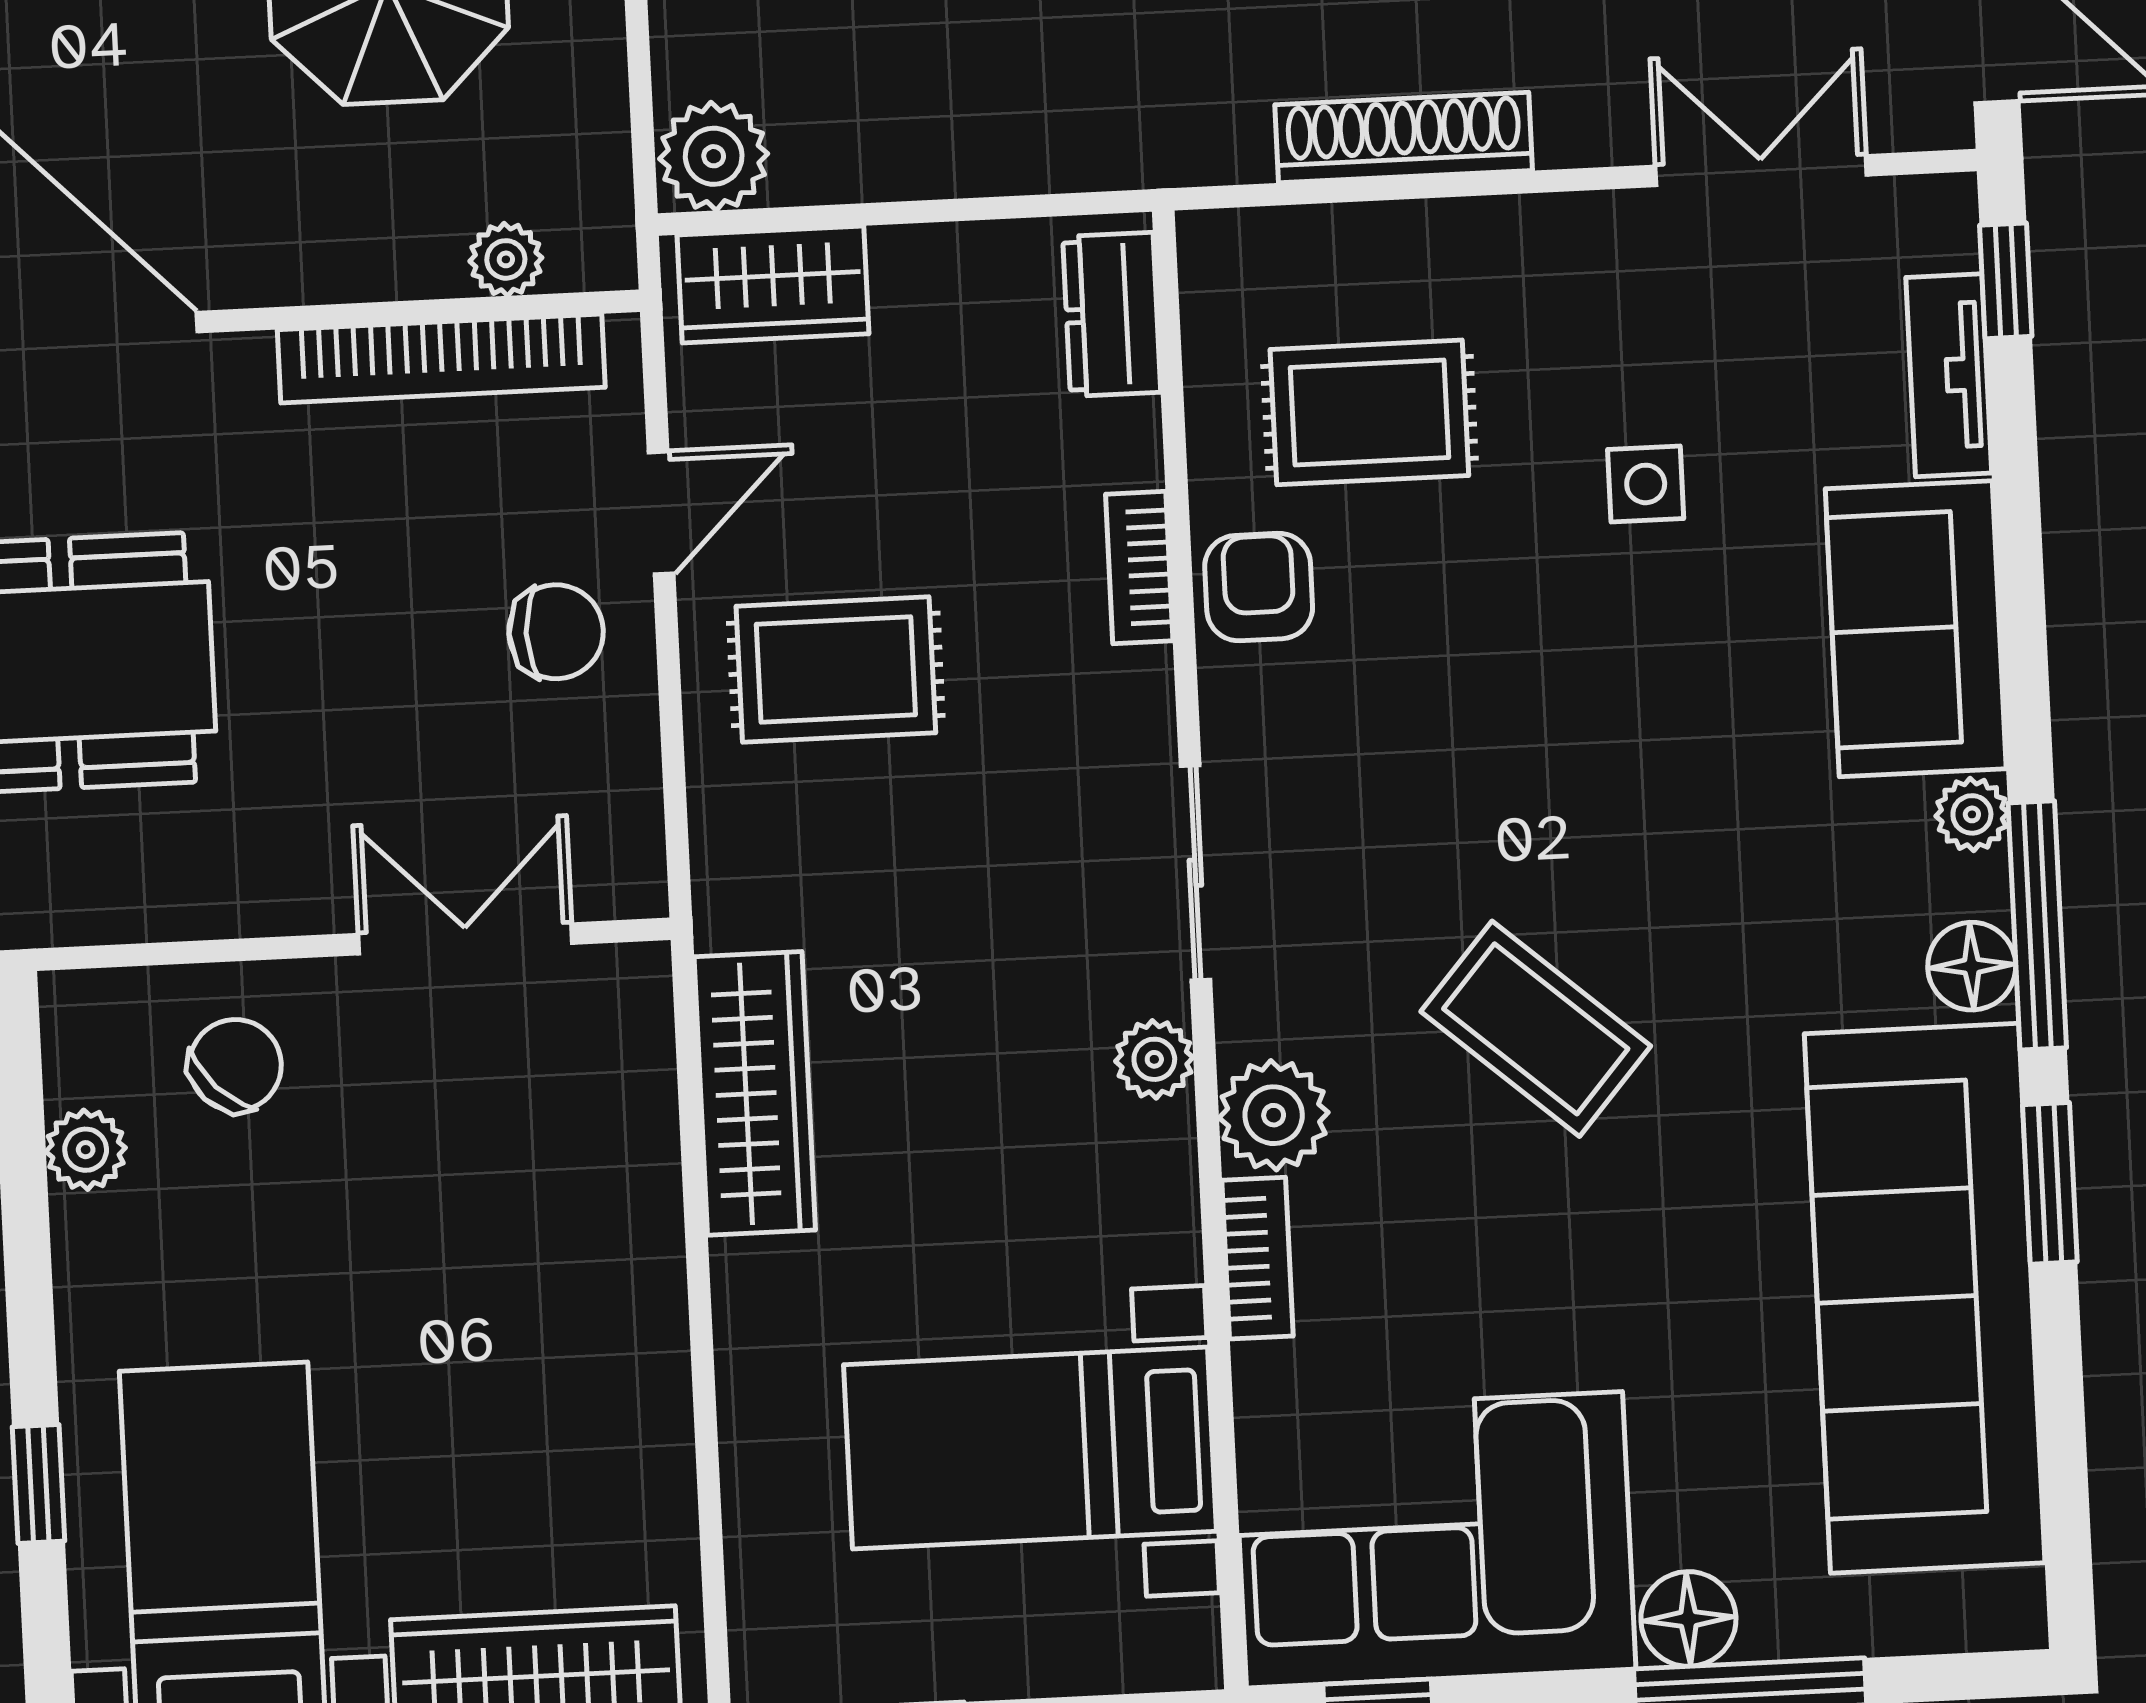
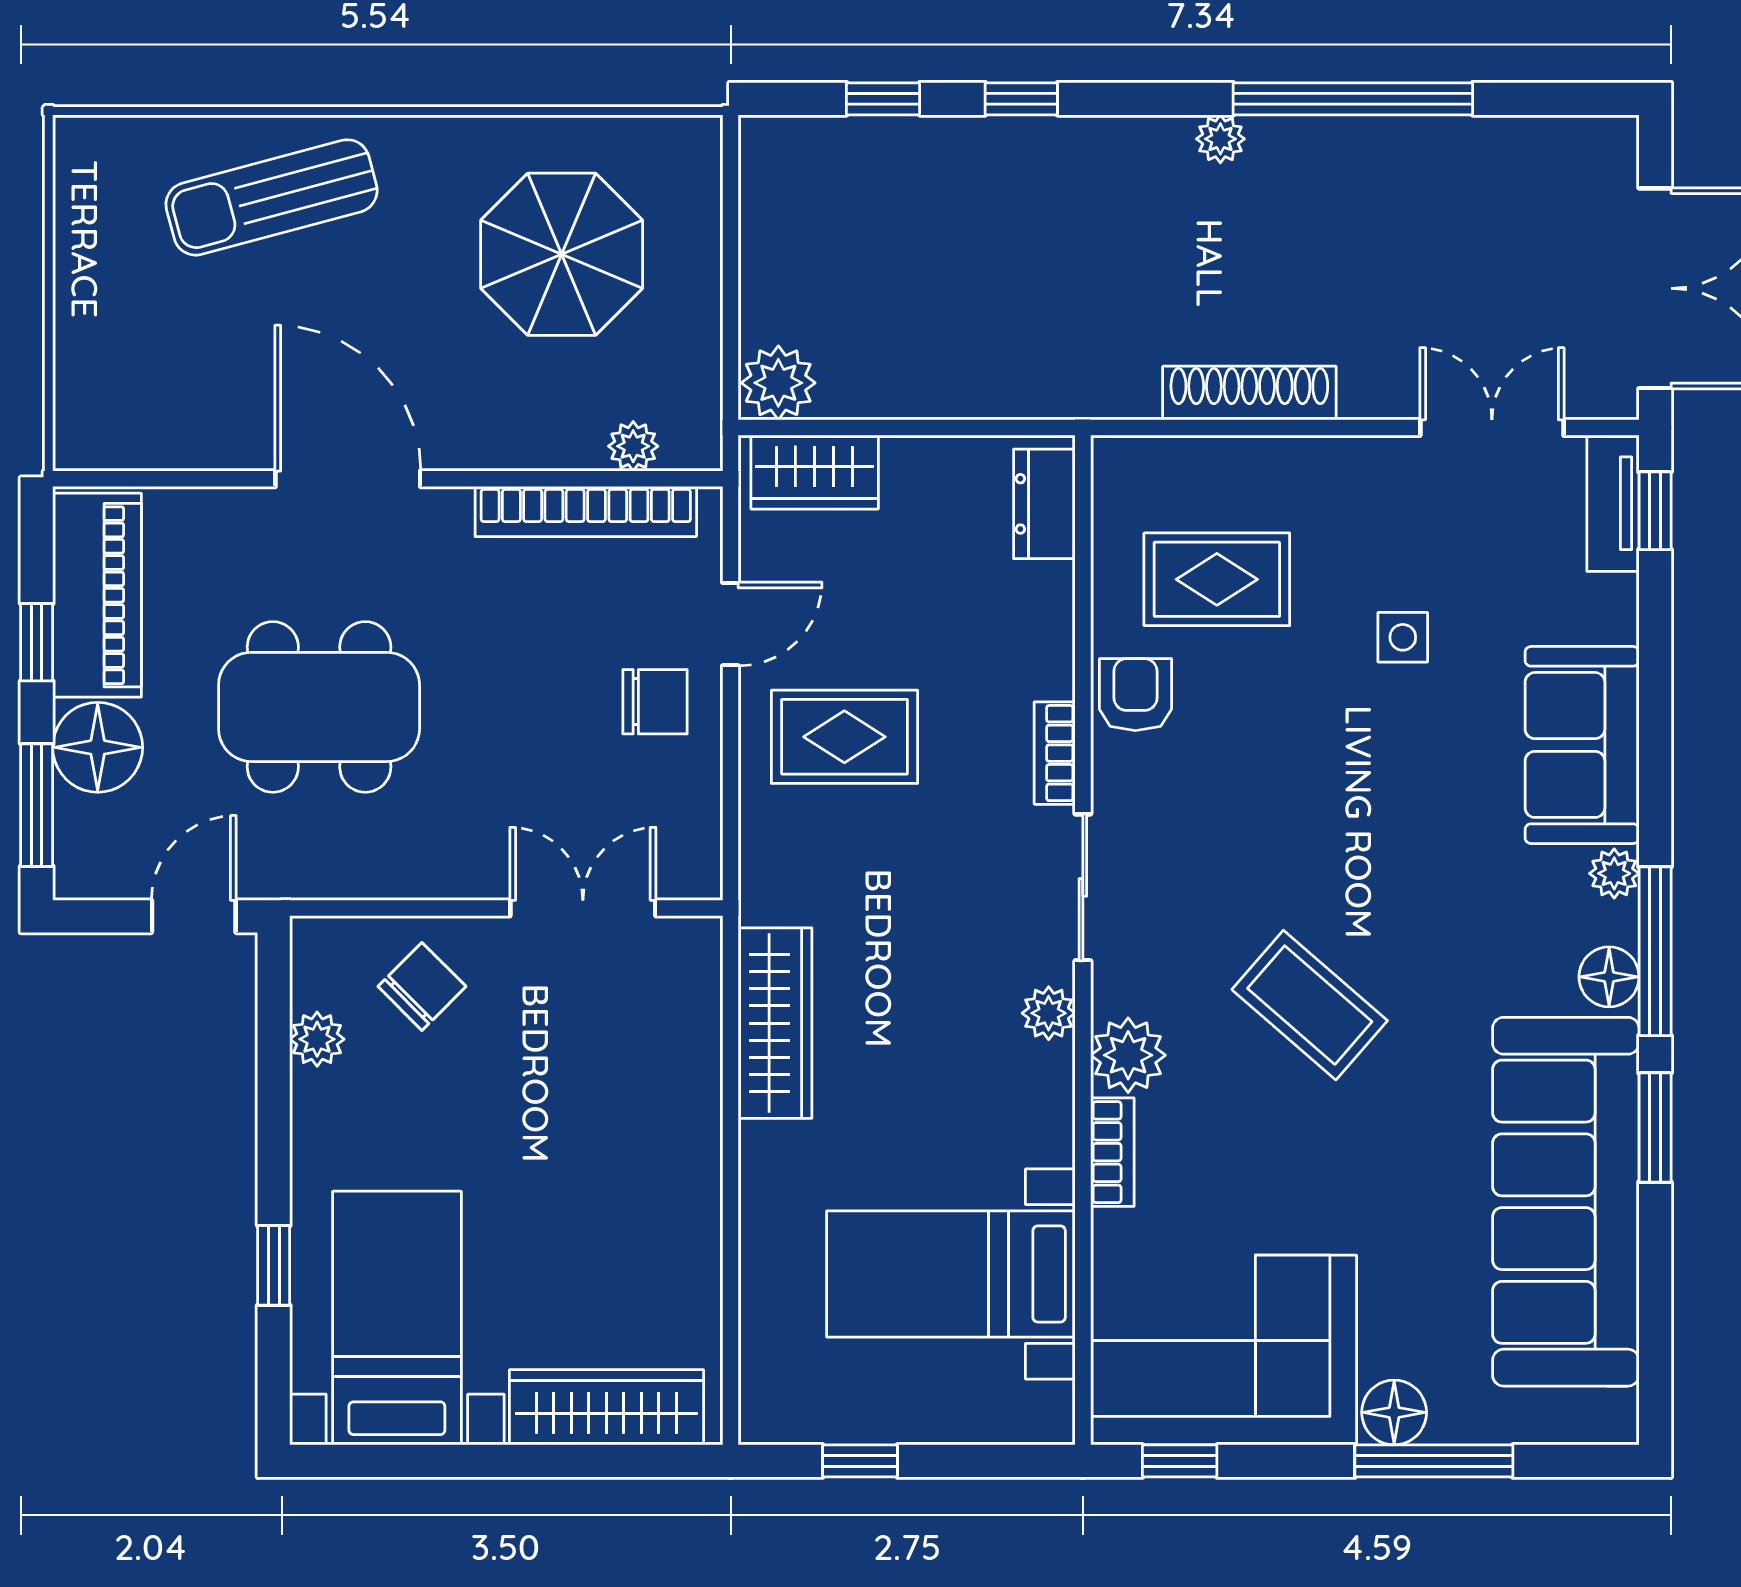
tv unit: (1949, 375) -> (1613, 503), moved
bookcase: (1139, 568) -> (1055, 753), moved

